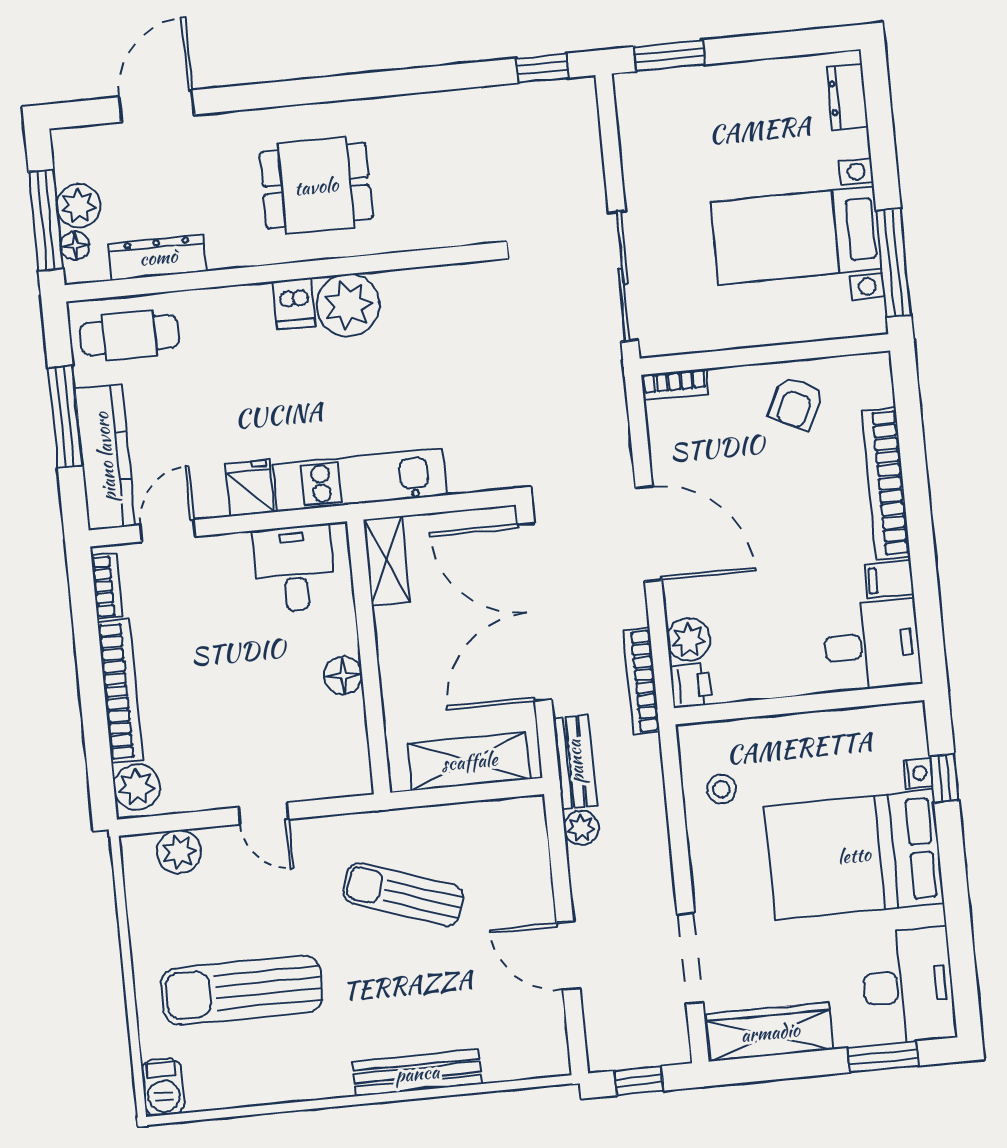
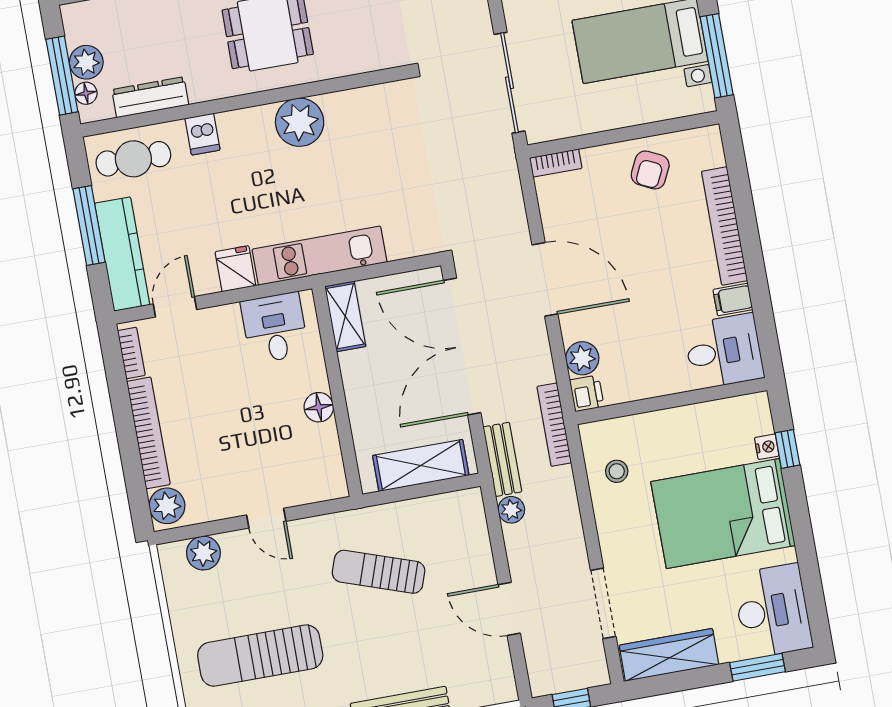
dishwasher: (294, 303) -> (203, 134), moved
bookcase: (641, 681) -> (554, 425), moved

